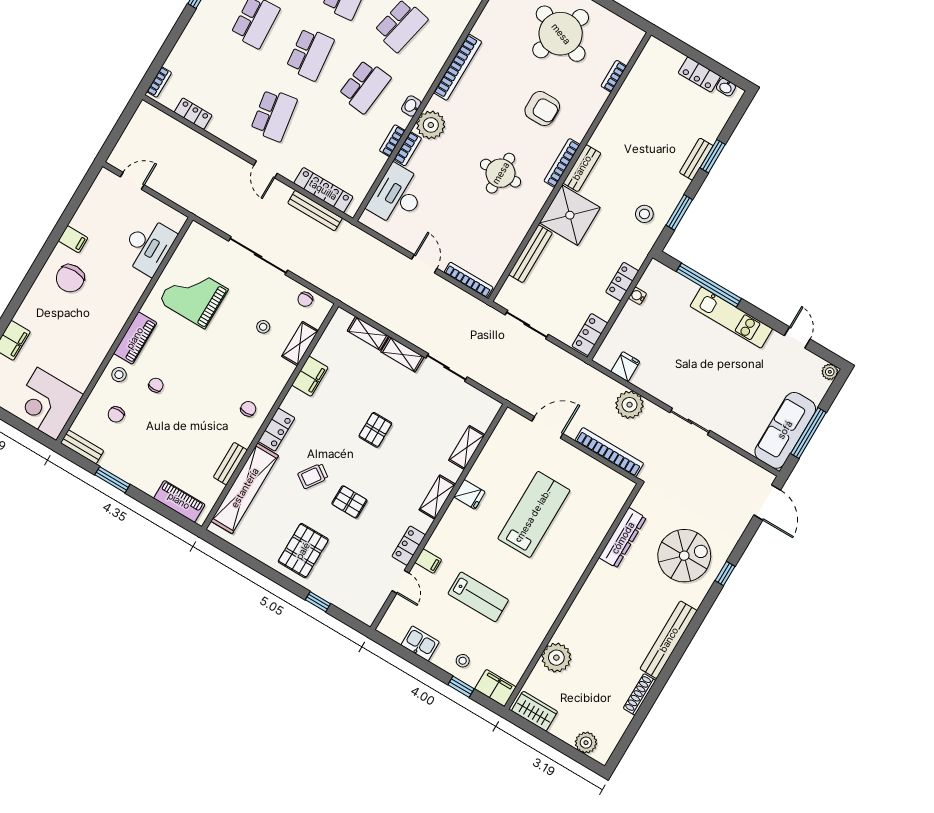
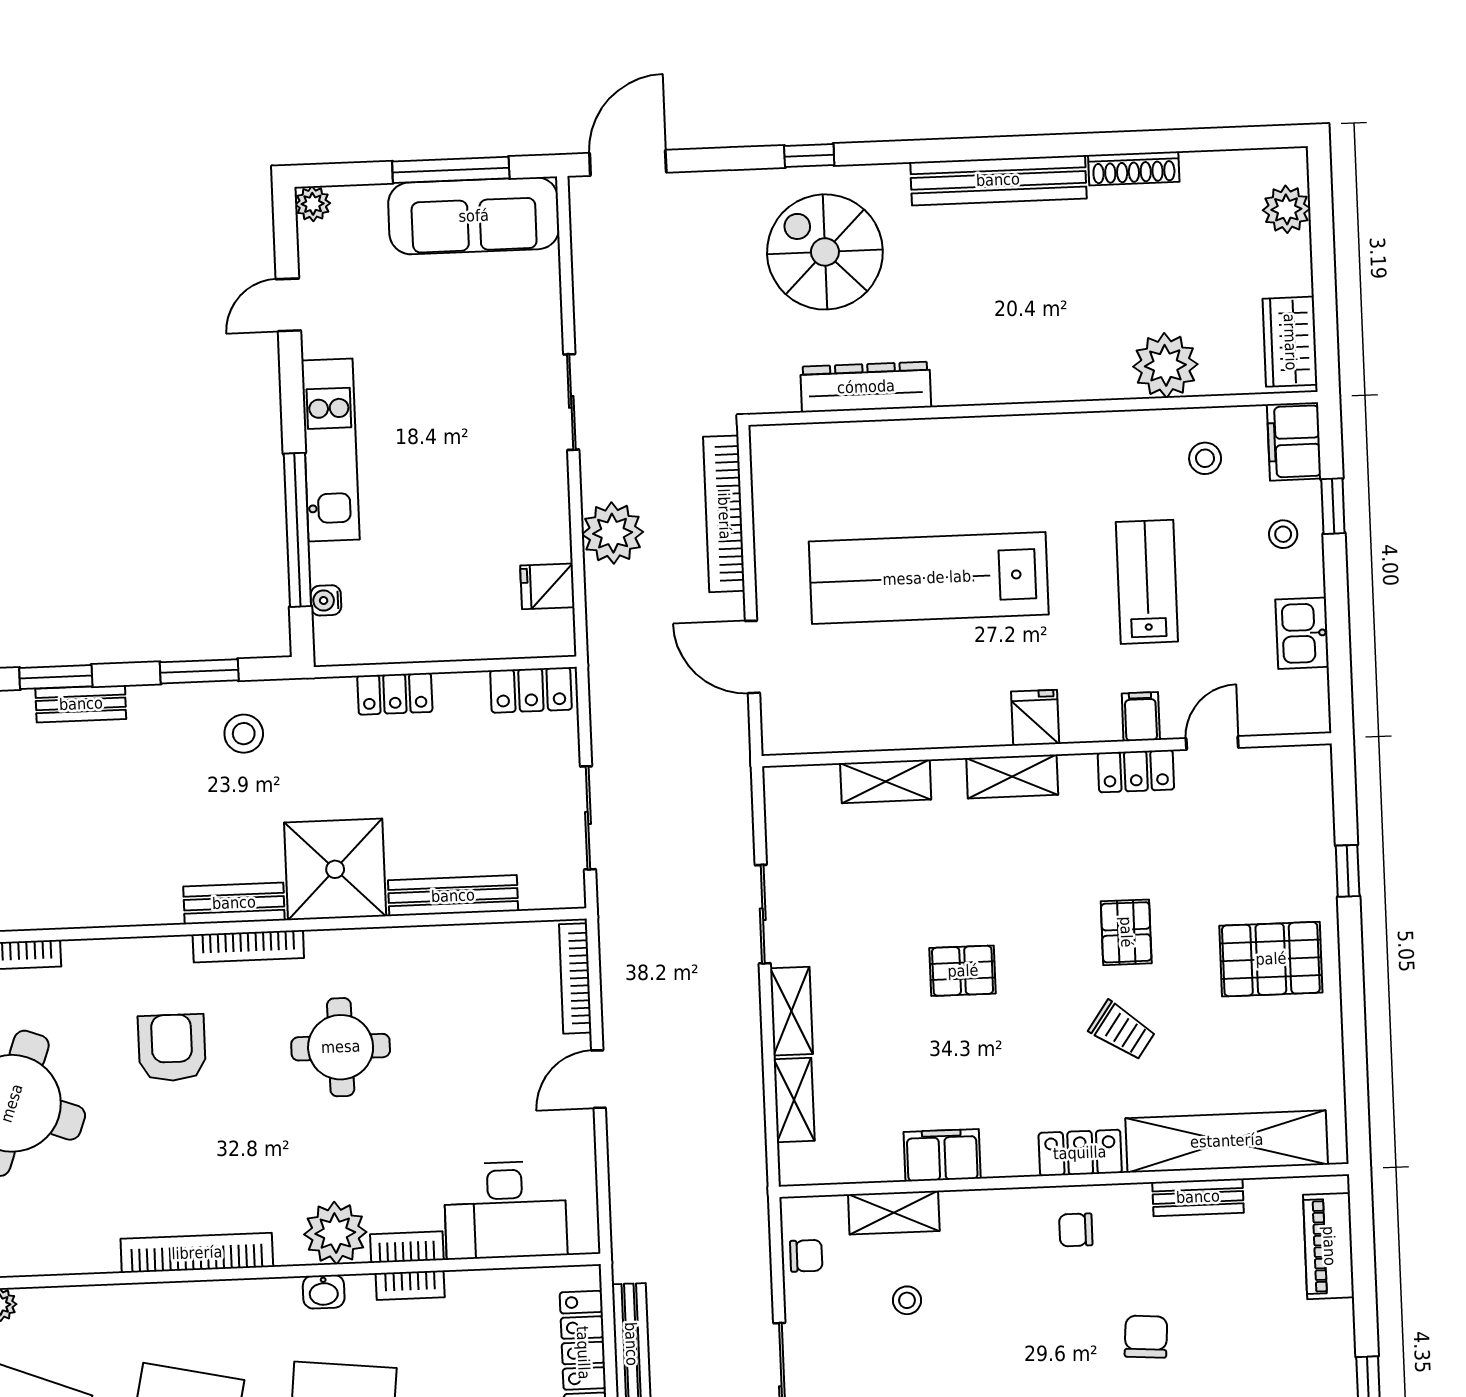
water cooler: (637, 296) -> (326, 600), moved, turned 90
chair: (190, 409) -> (1146, 1337), added
fridge: (469, 494) -> (1035, 718), moved
lab bench: (534, 514) -> (929, 578), width x1.36
stool: (511, 650) -> (1205, 458), added

